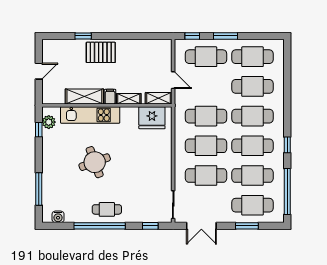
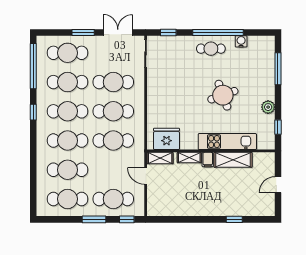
pallet: (101, 52) -> (217, 203), removed
plant: (49, 122) -> (268, 107), moved
water cooler: (58, 217) -> (241, 41), moved
window: (247, 226) -> (83, 32), moved

